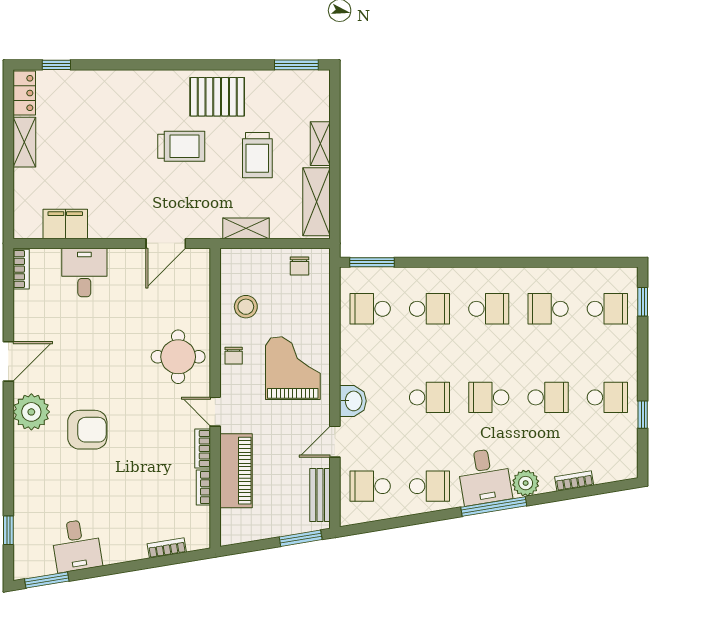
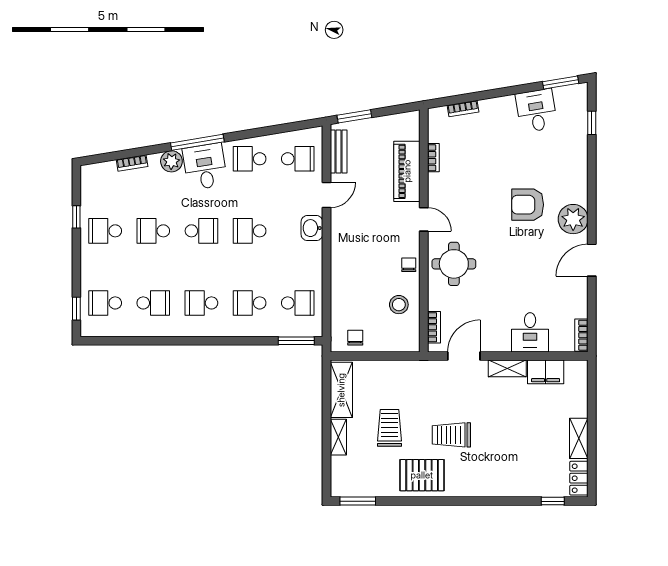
shelving: (246, 228) -> (507, 368), moved
grand piano: (293, 368) -> (361, 255), removed
bookcase: (203, 449) -> (434, 327), moved

